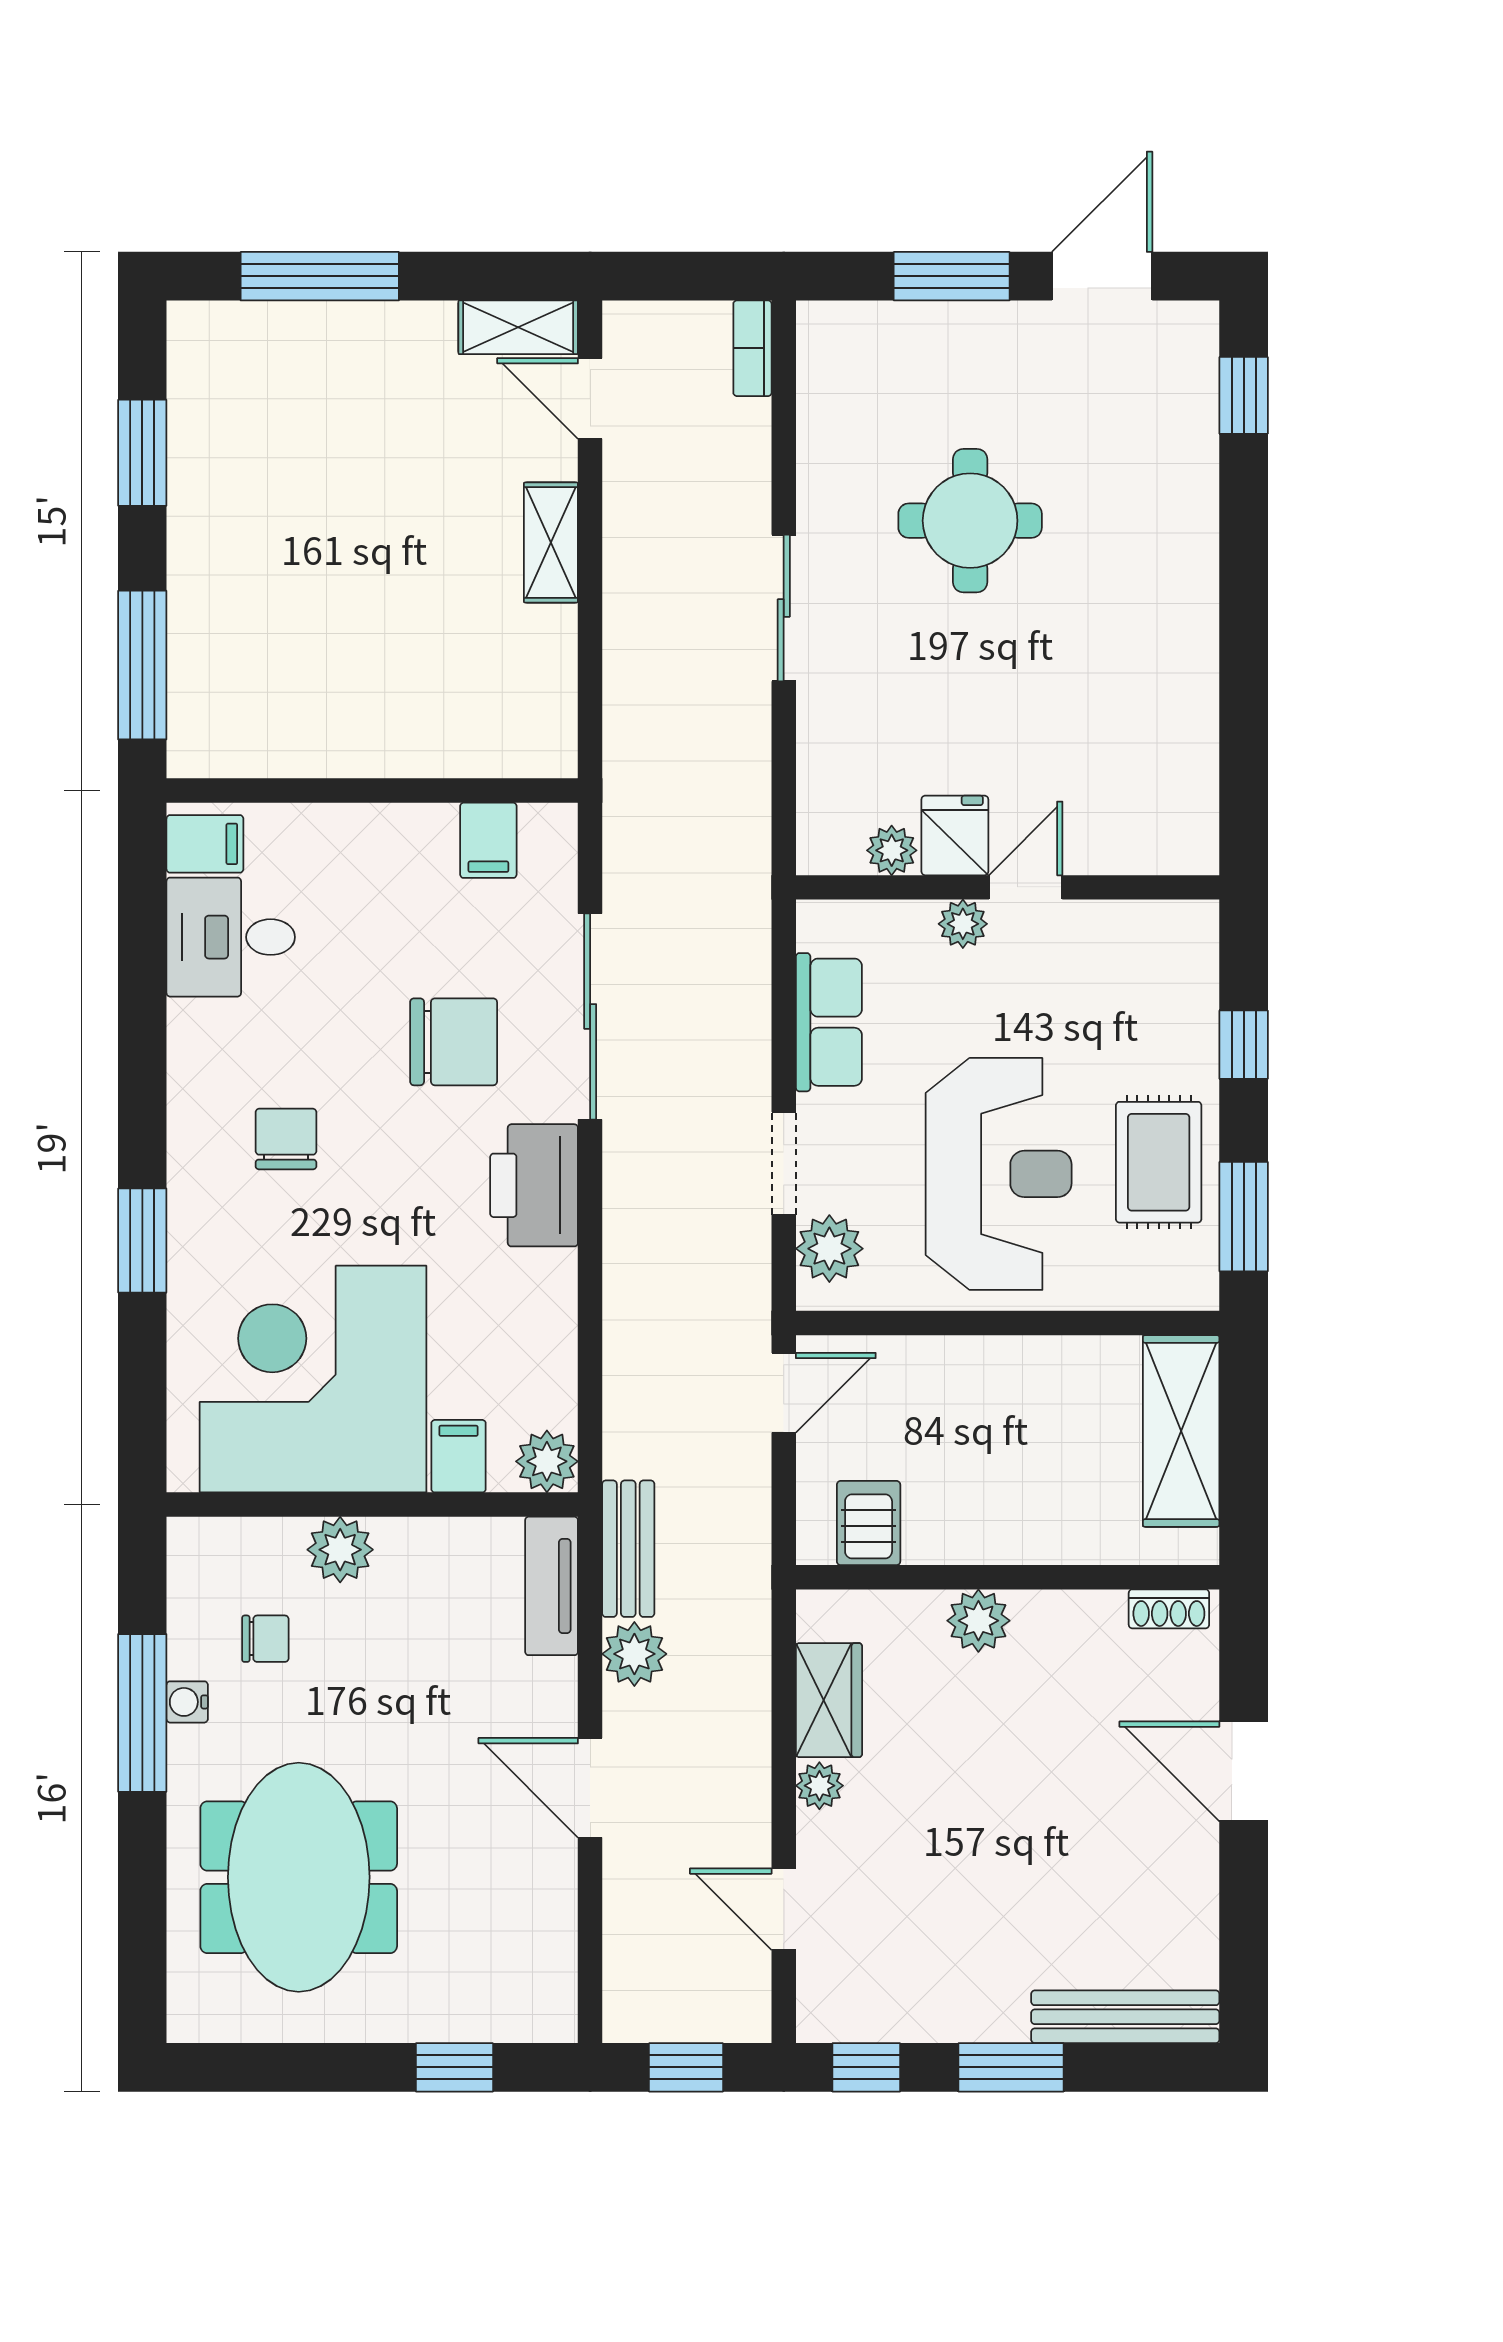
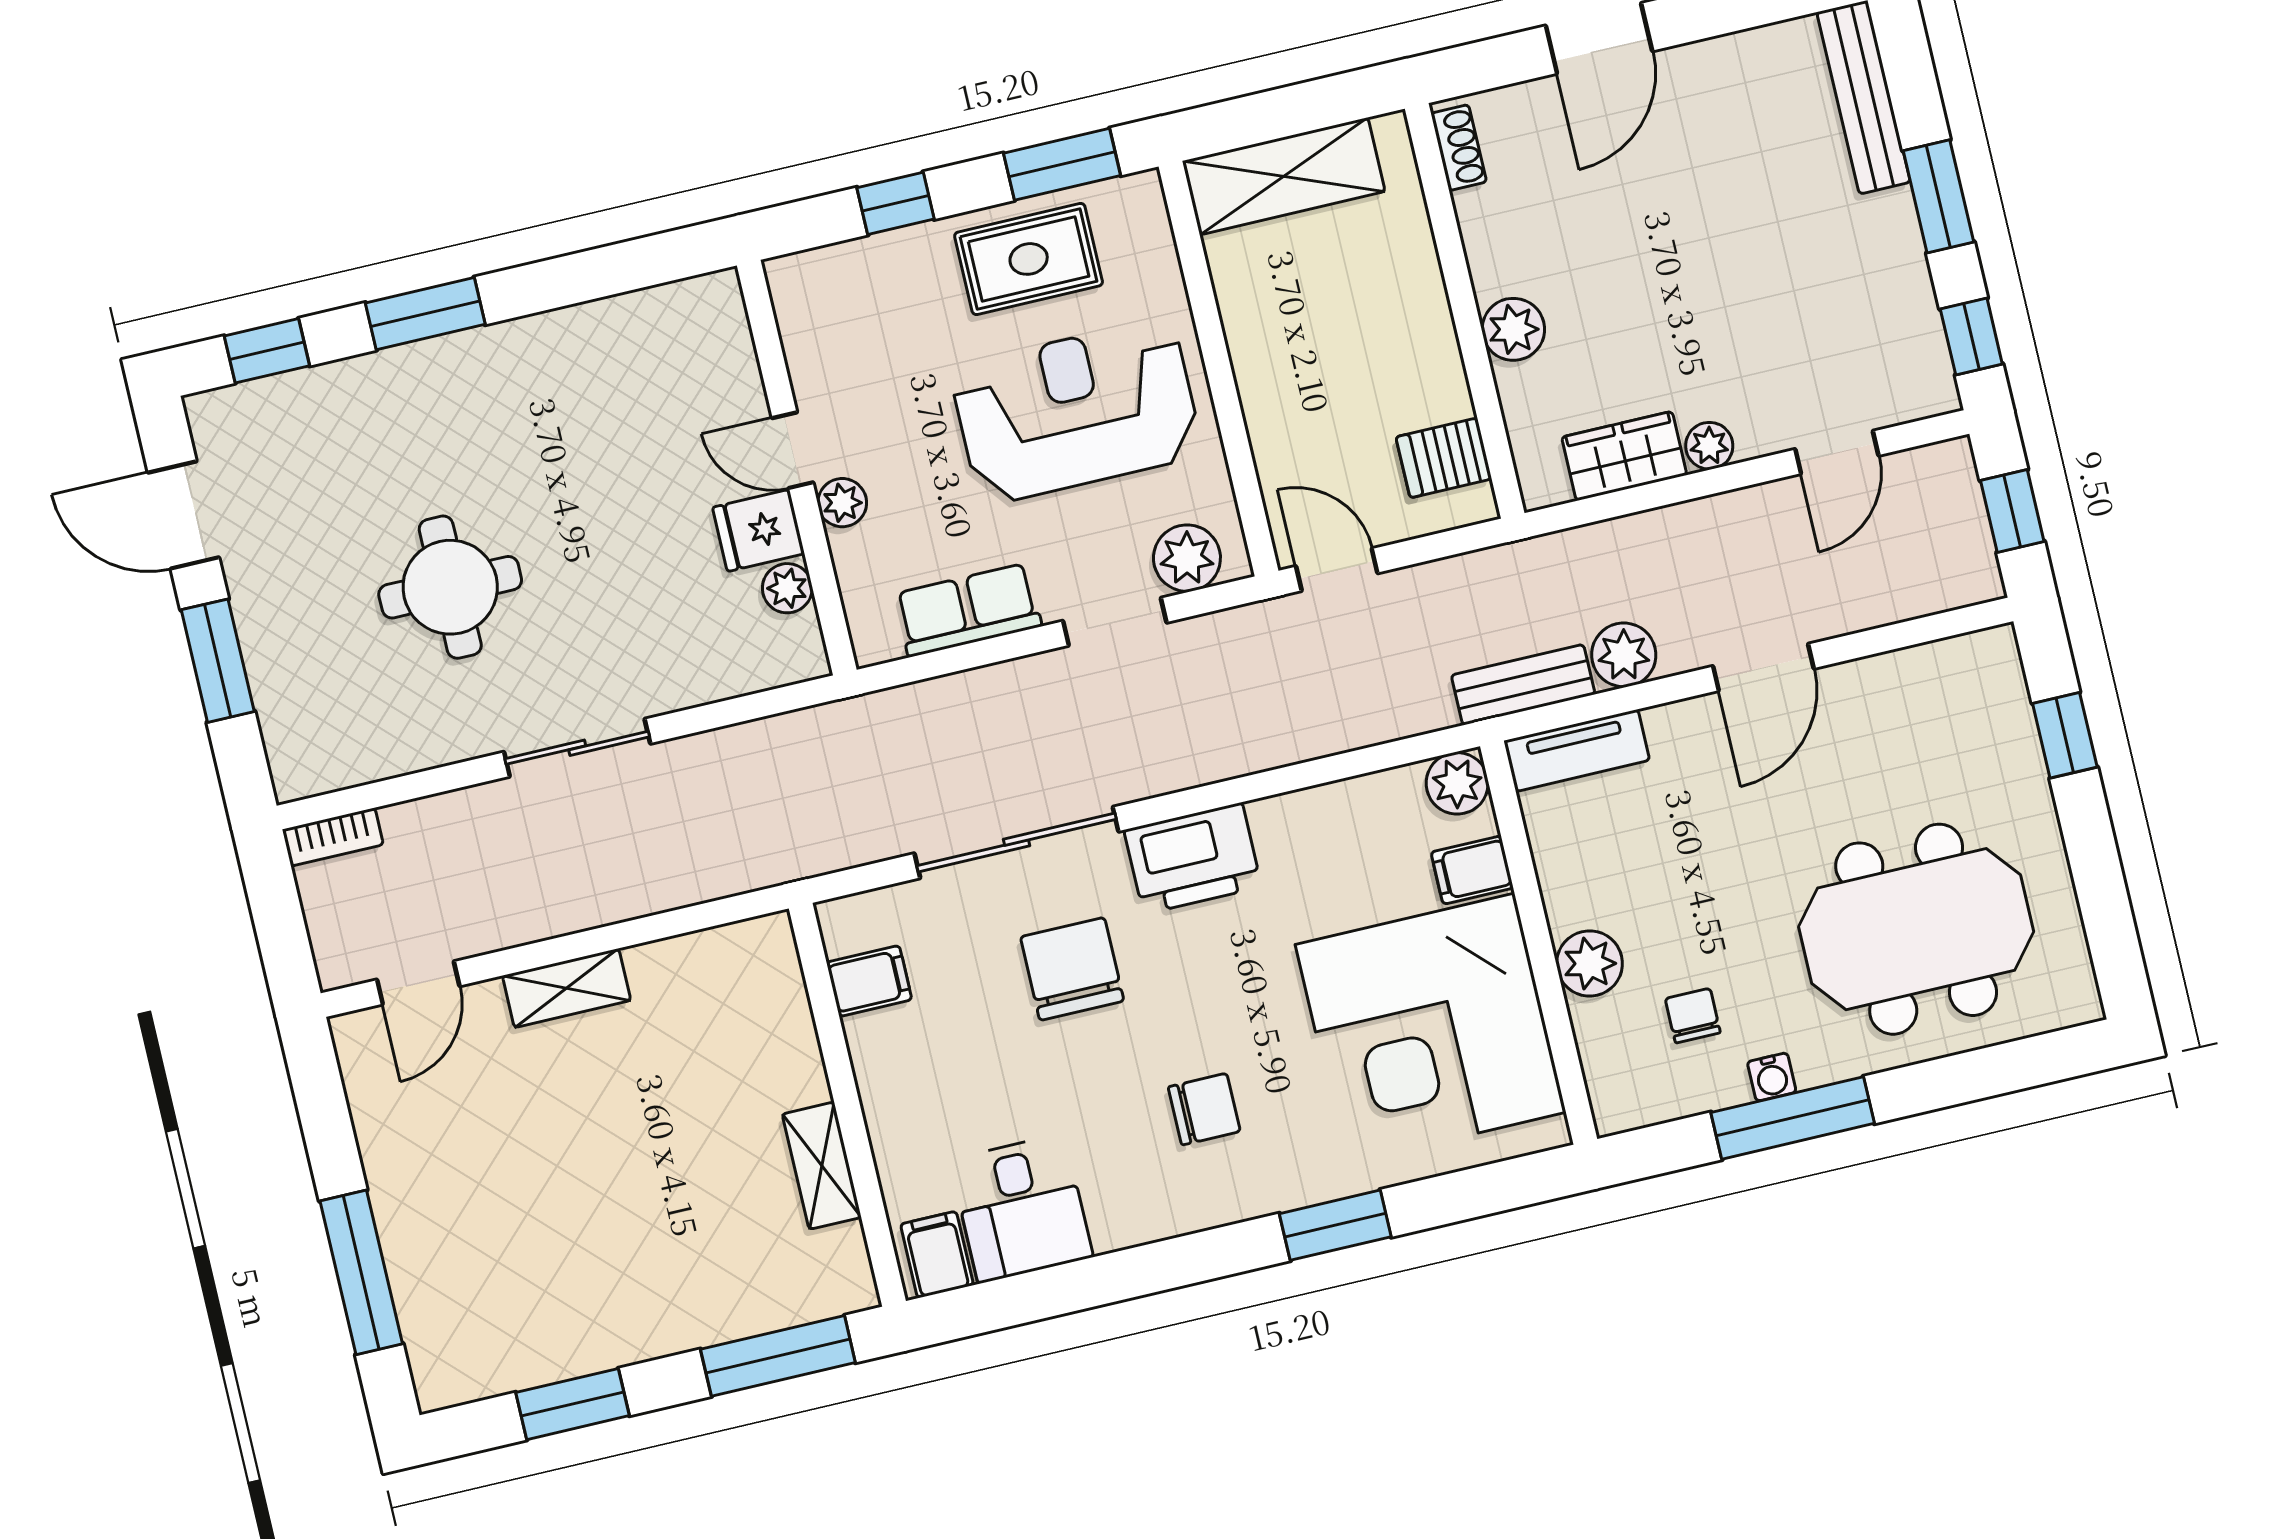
shelving: (518, 327) -> (822, 1166), moved
window: (1244, 559) -> (425, 314), added
chair: (286, 1139) -> (1204, 1109), turned 180

